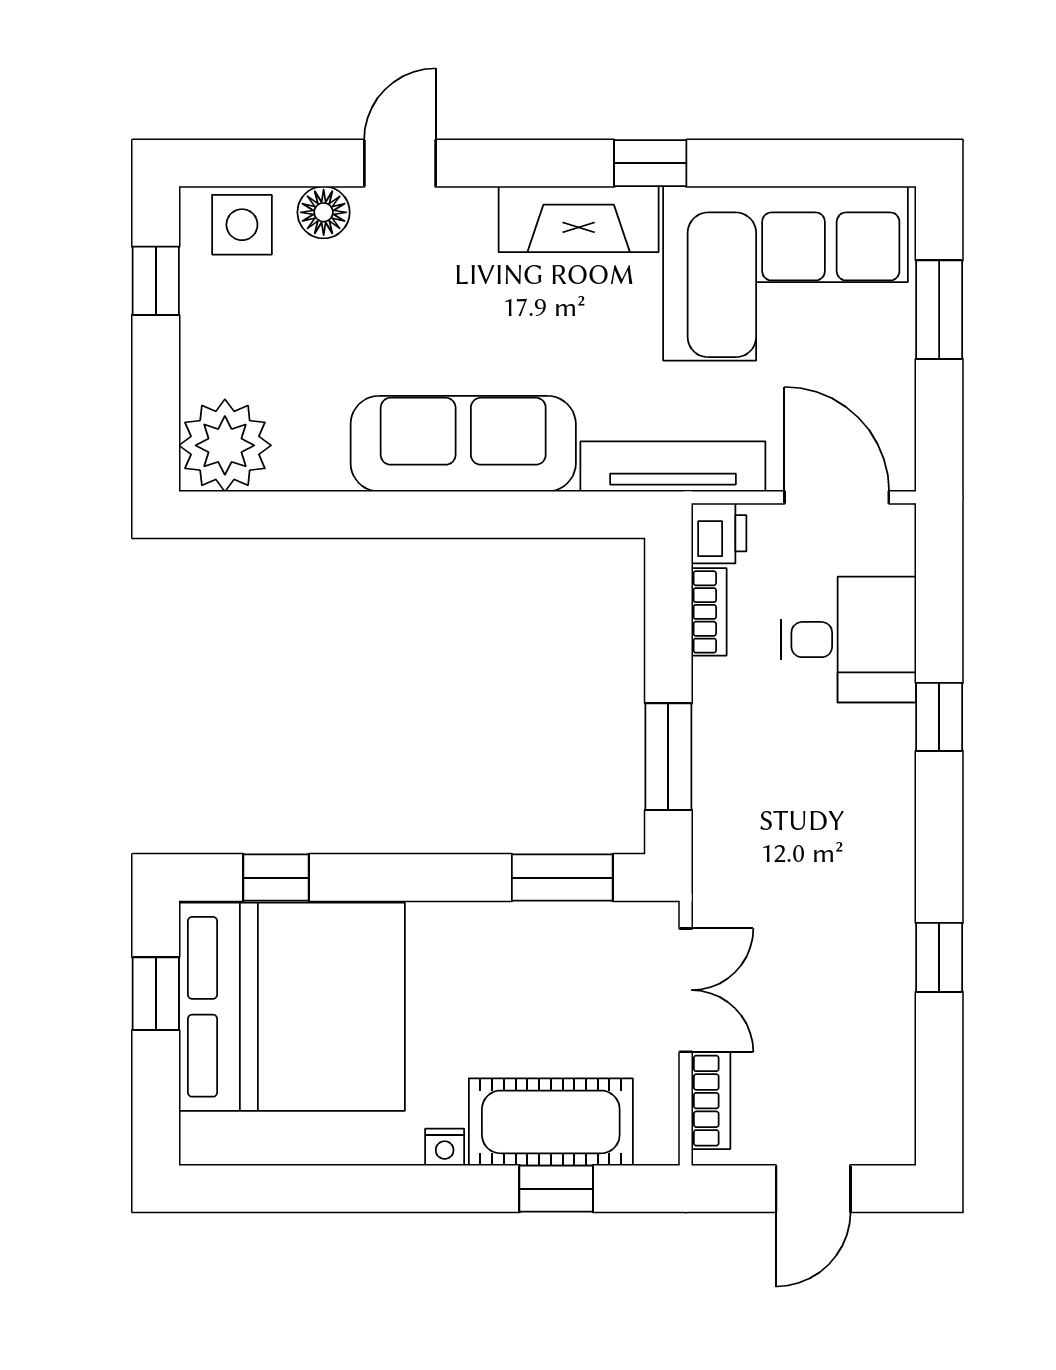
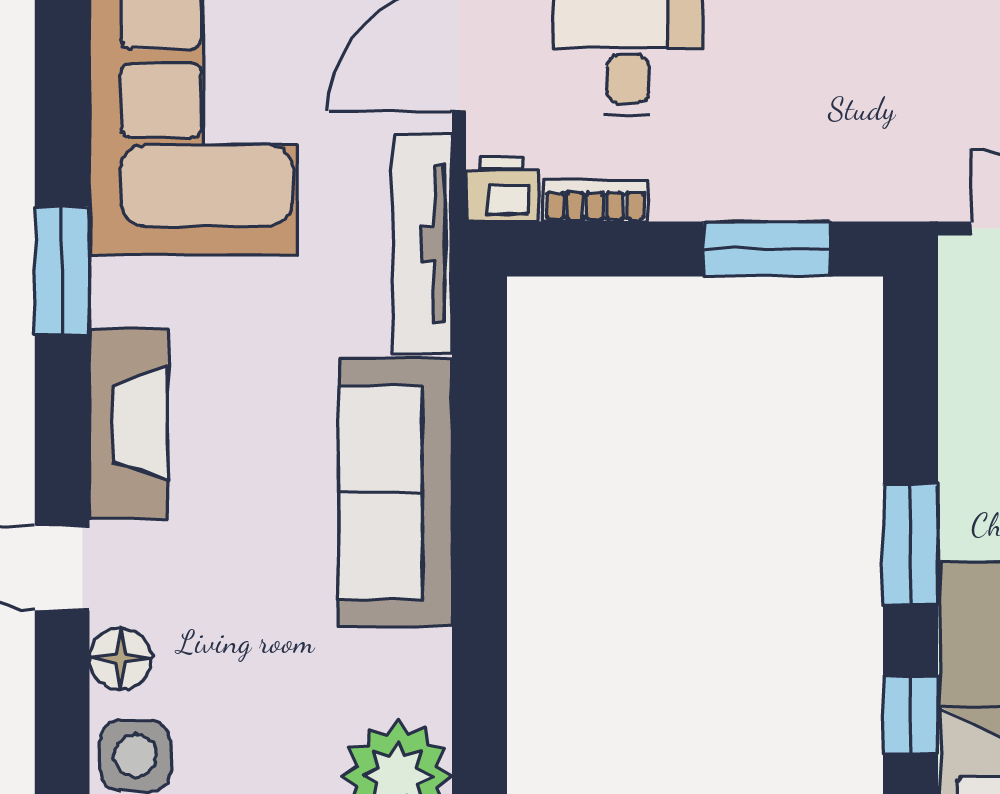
window: (650, 163) -> (62, 271), width x1.50
fireplace: (579, 219) -> (129, 424), moved
window: (562, 878) -> (911, 544), moved

